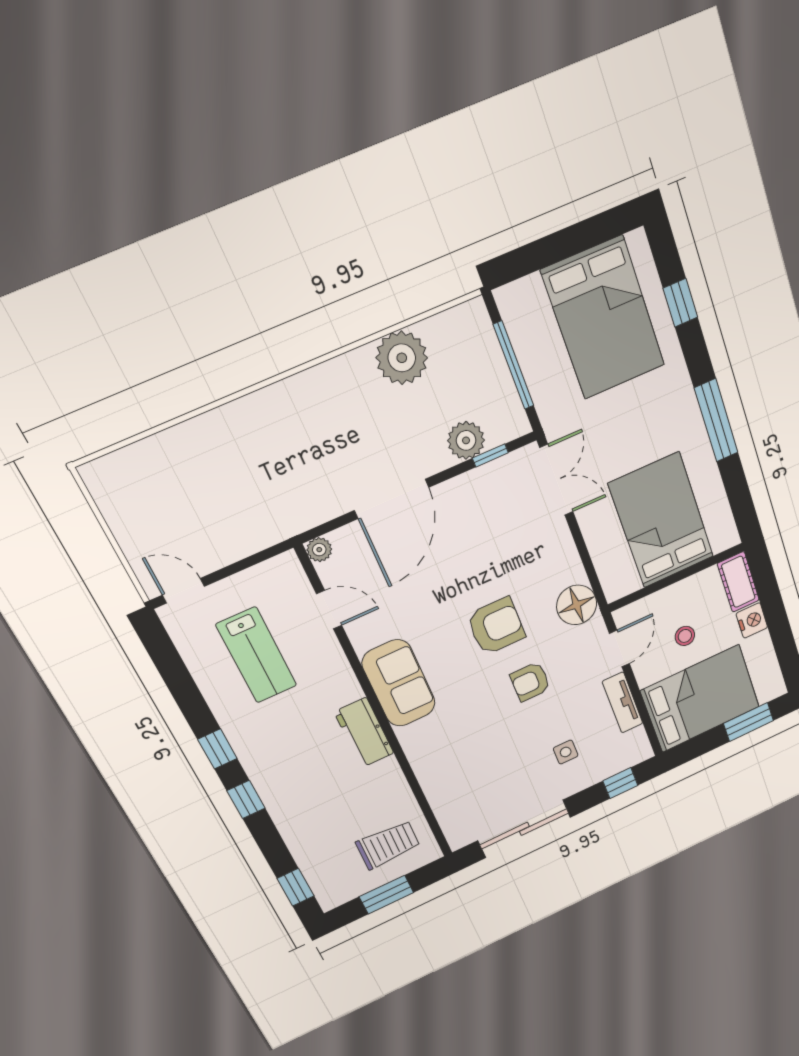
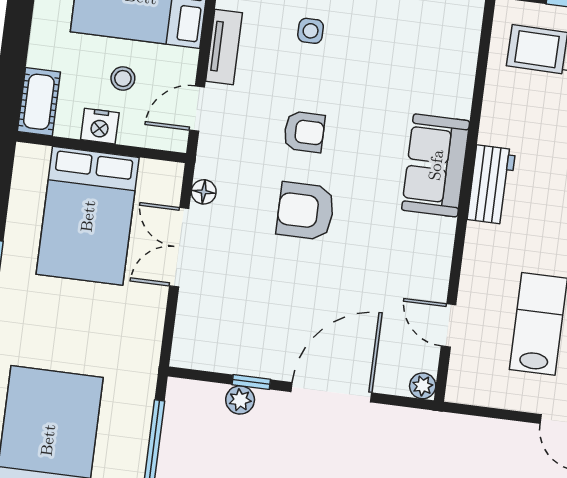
plant: (466, 440) -> (240, 400), width x0.73, depth x0.73
window: (490, 455) -> (251, 382), moved
double door: (556, 480) -> (179, 247), moved
floor lamp: (577, 605) -> (204, 192), width x0.53, depth x0.53
nightstand: (752, 620) -> (100, 126), moved, turned -90
sofa: (399, 683) -> (436, 165), moved

